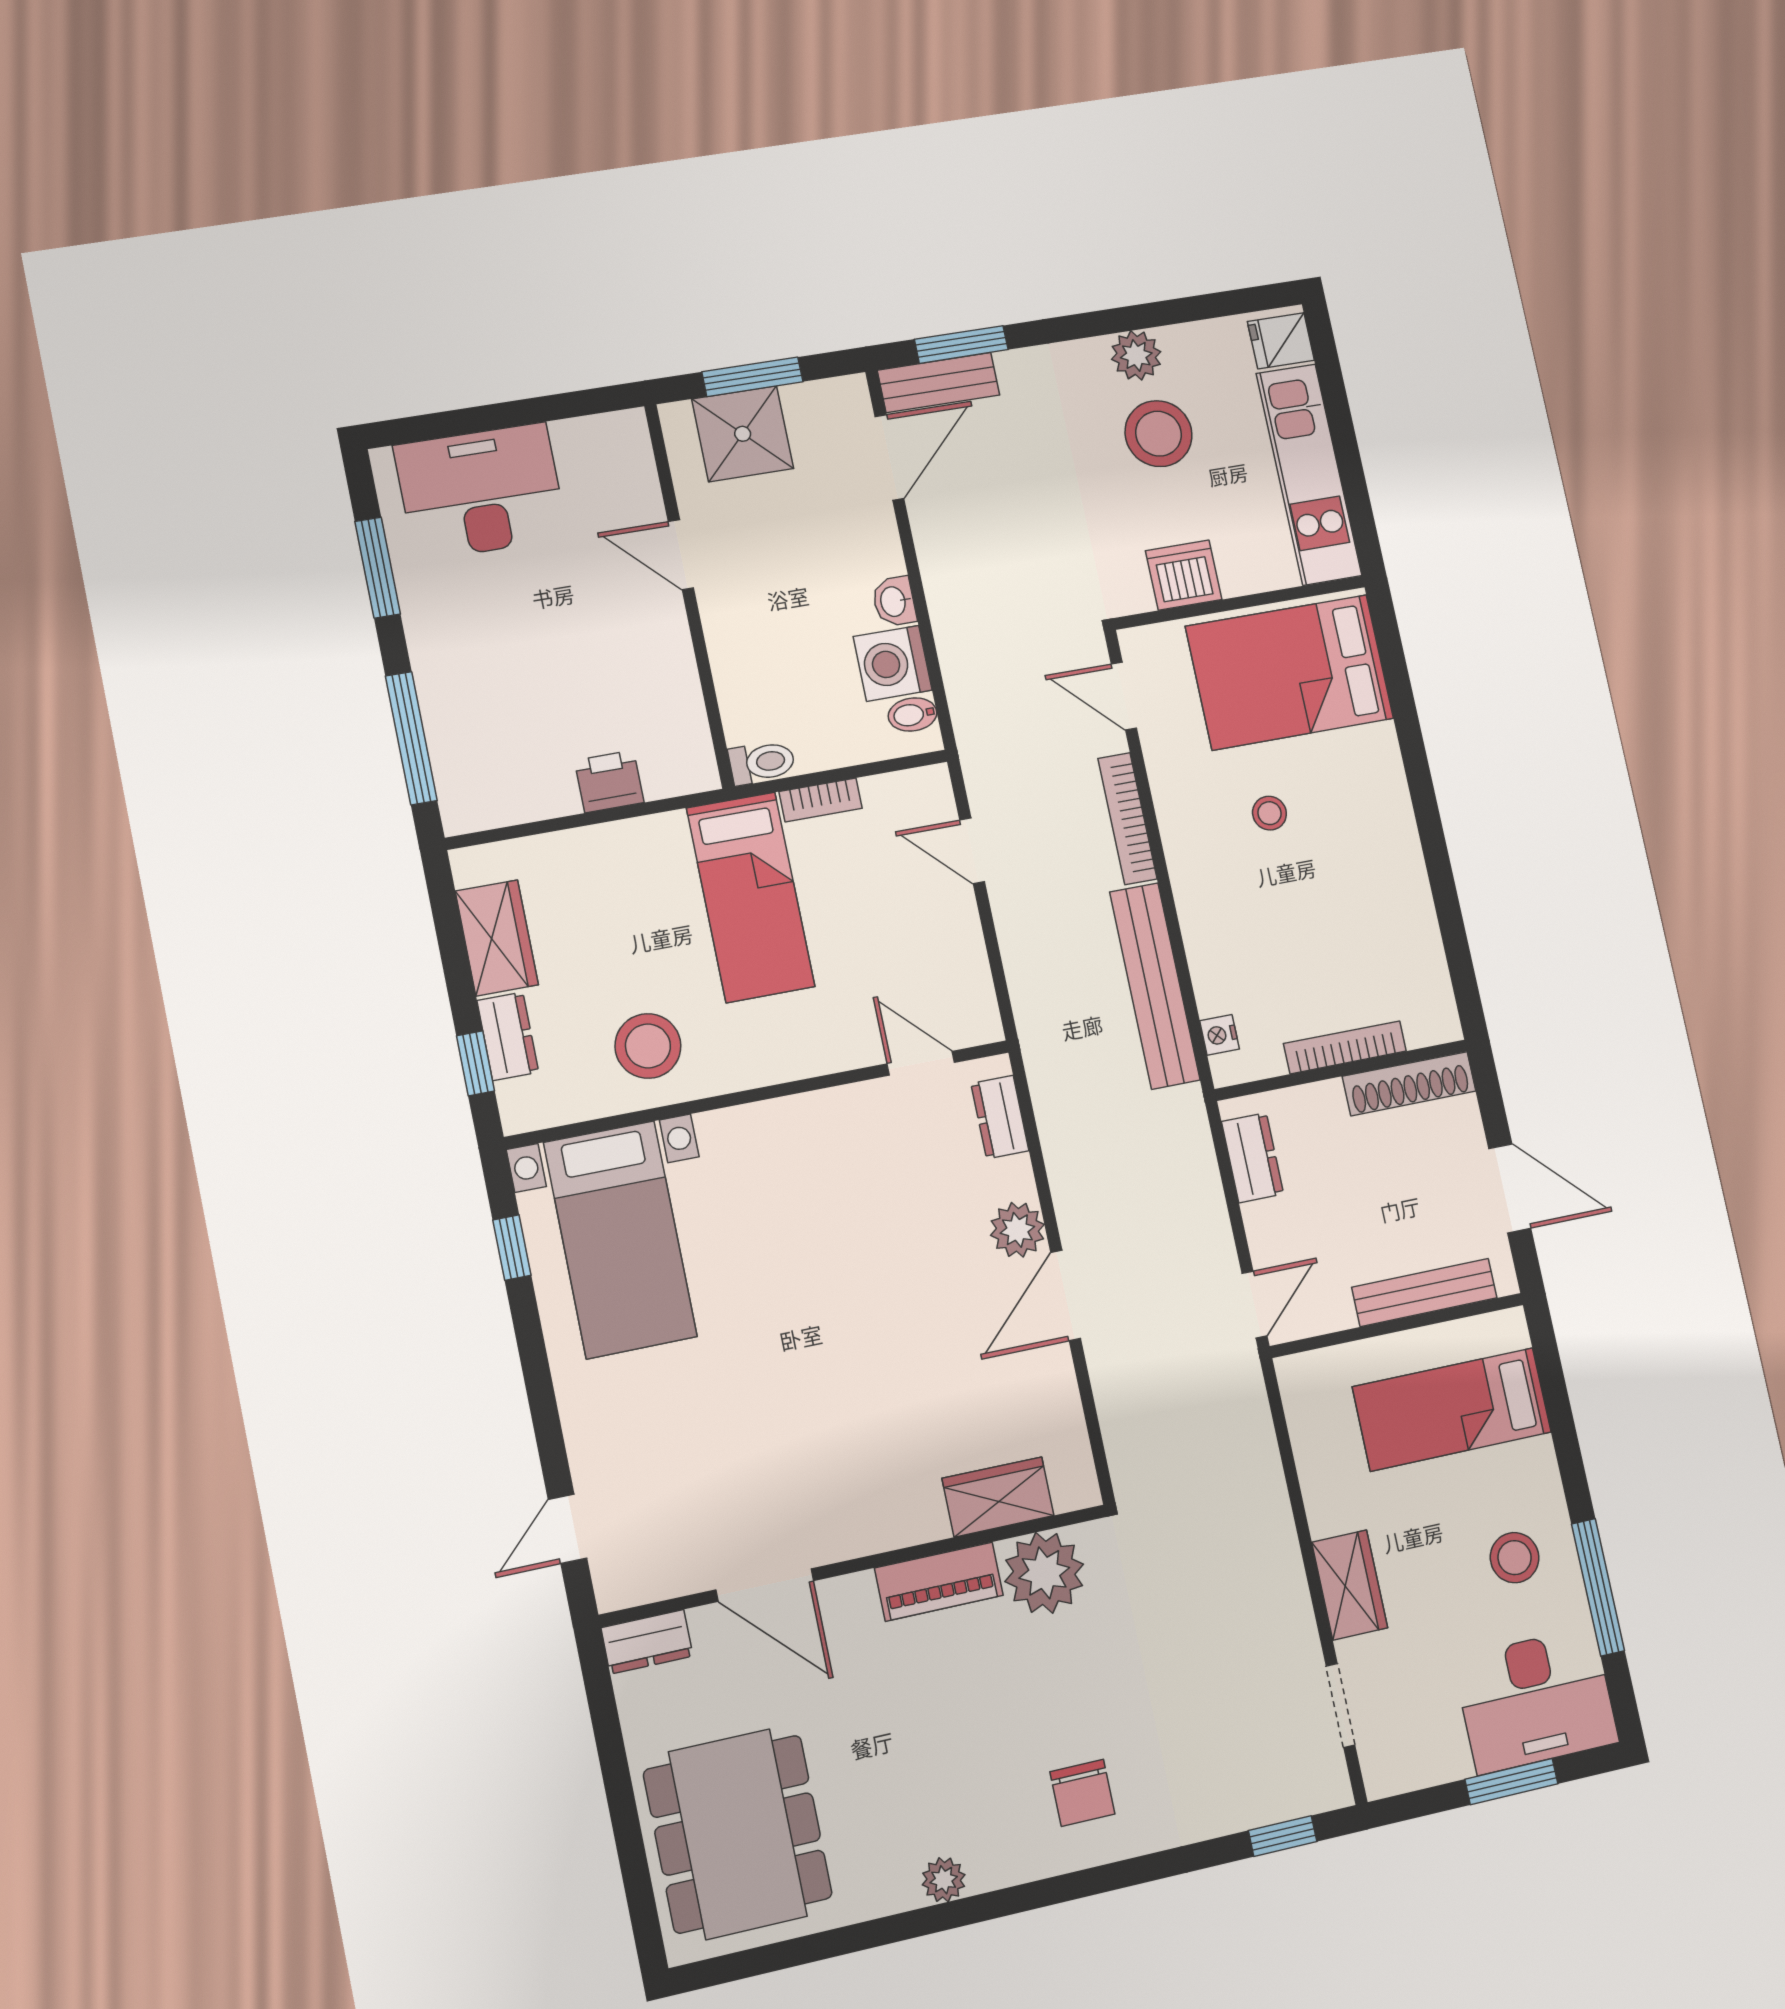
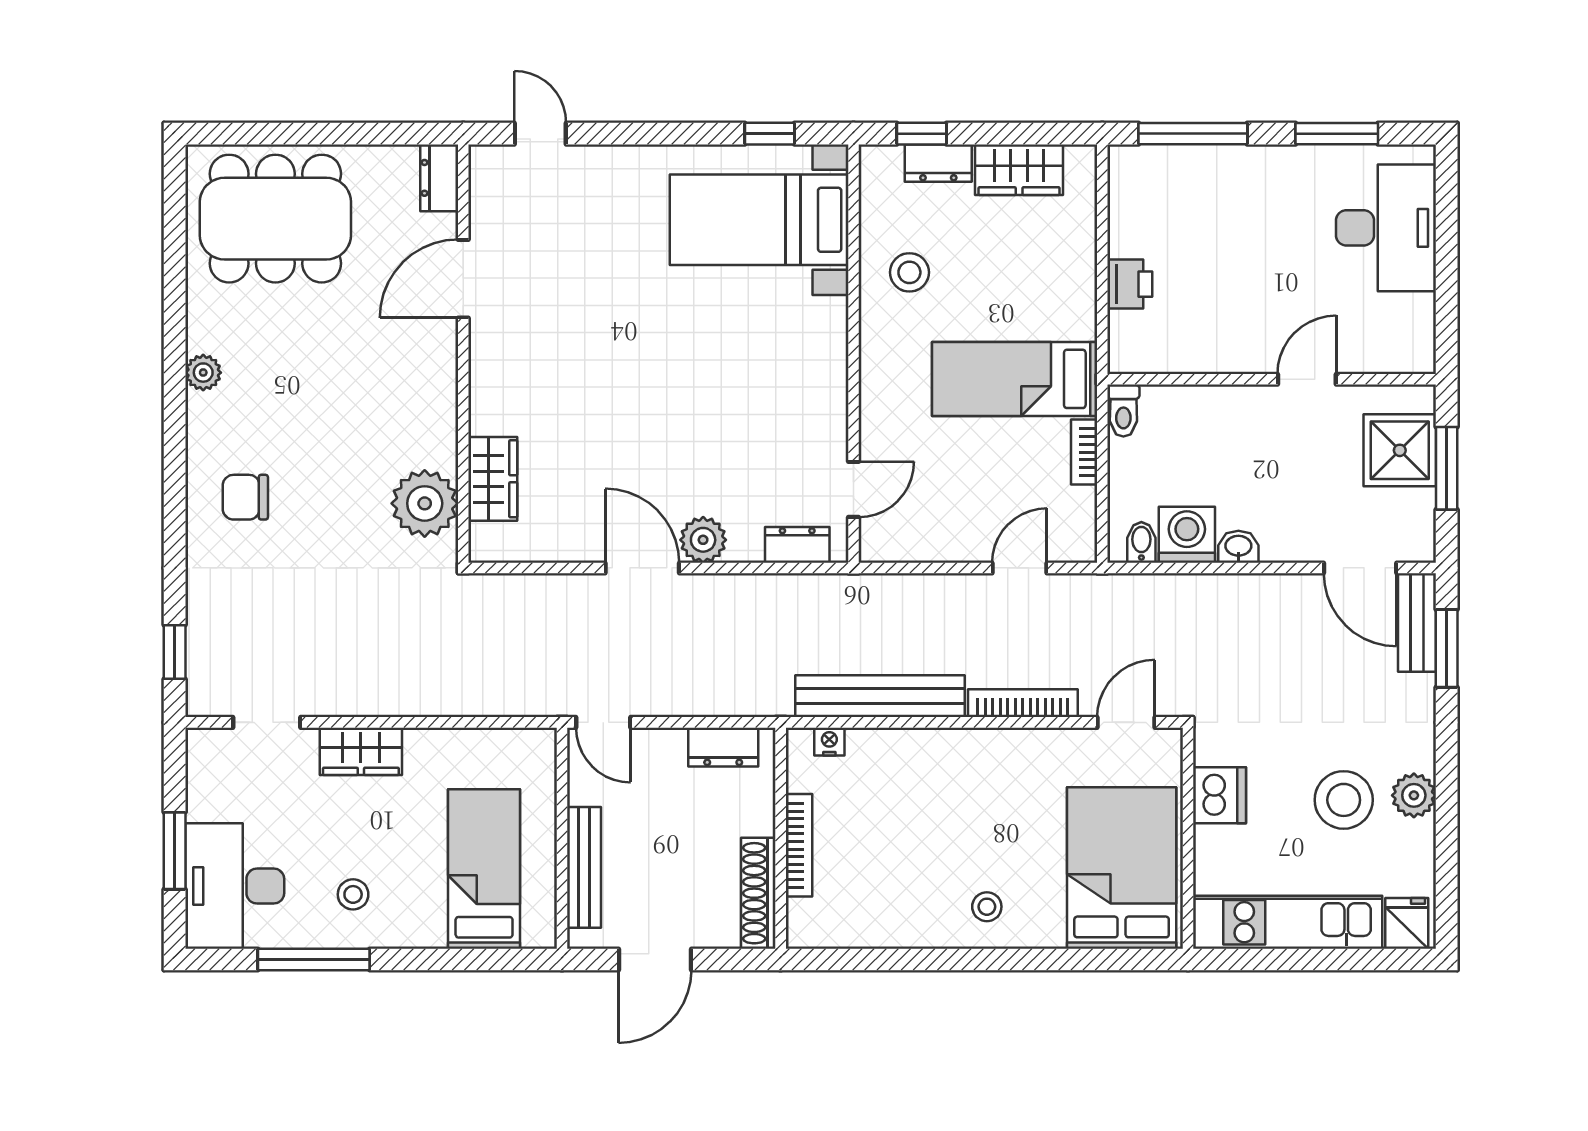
stool: (1269, 813) -> (987, 907), moved
stool: (648, 1046) -> (909, 272), width x0.73, depth x0.73
stool: (1515, 1558) -> (353, 894), width x0.73, depth x0.73
piano: (939, 1582) -> (436, 417), removed

